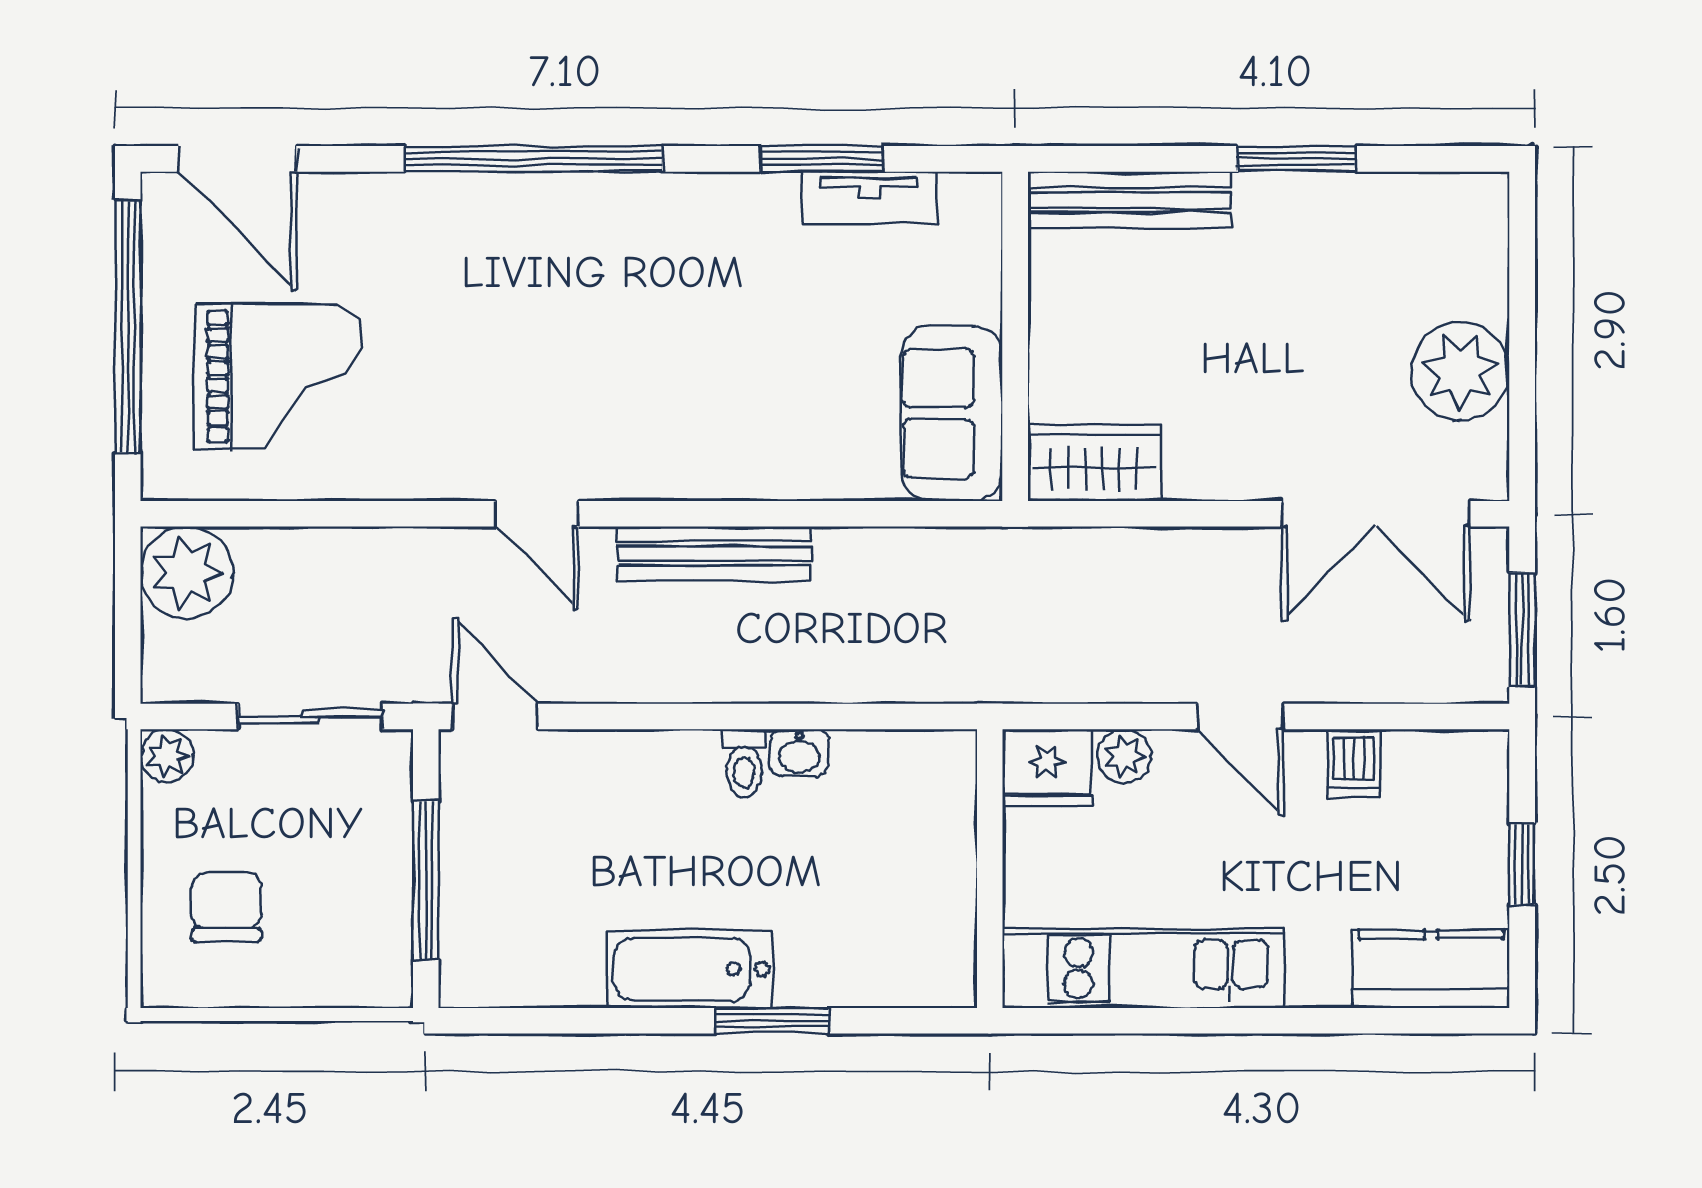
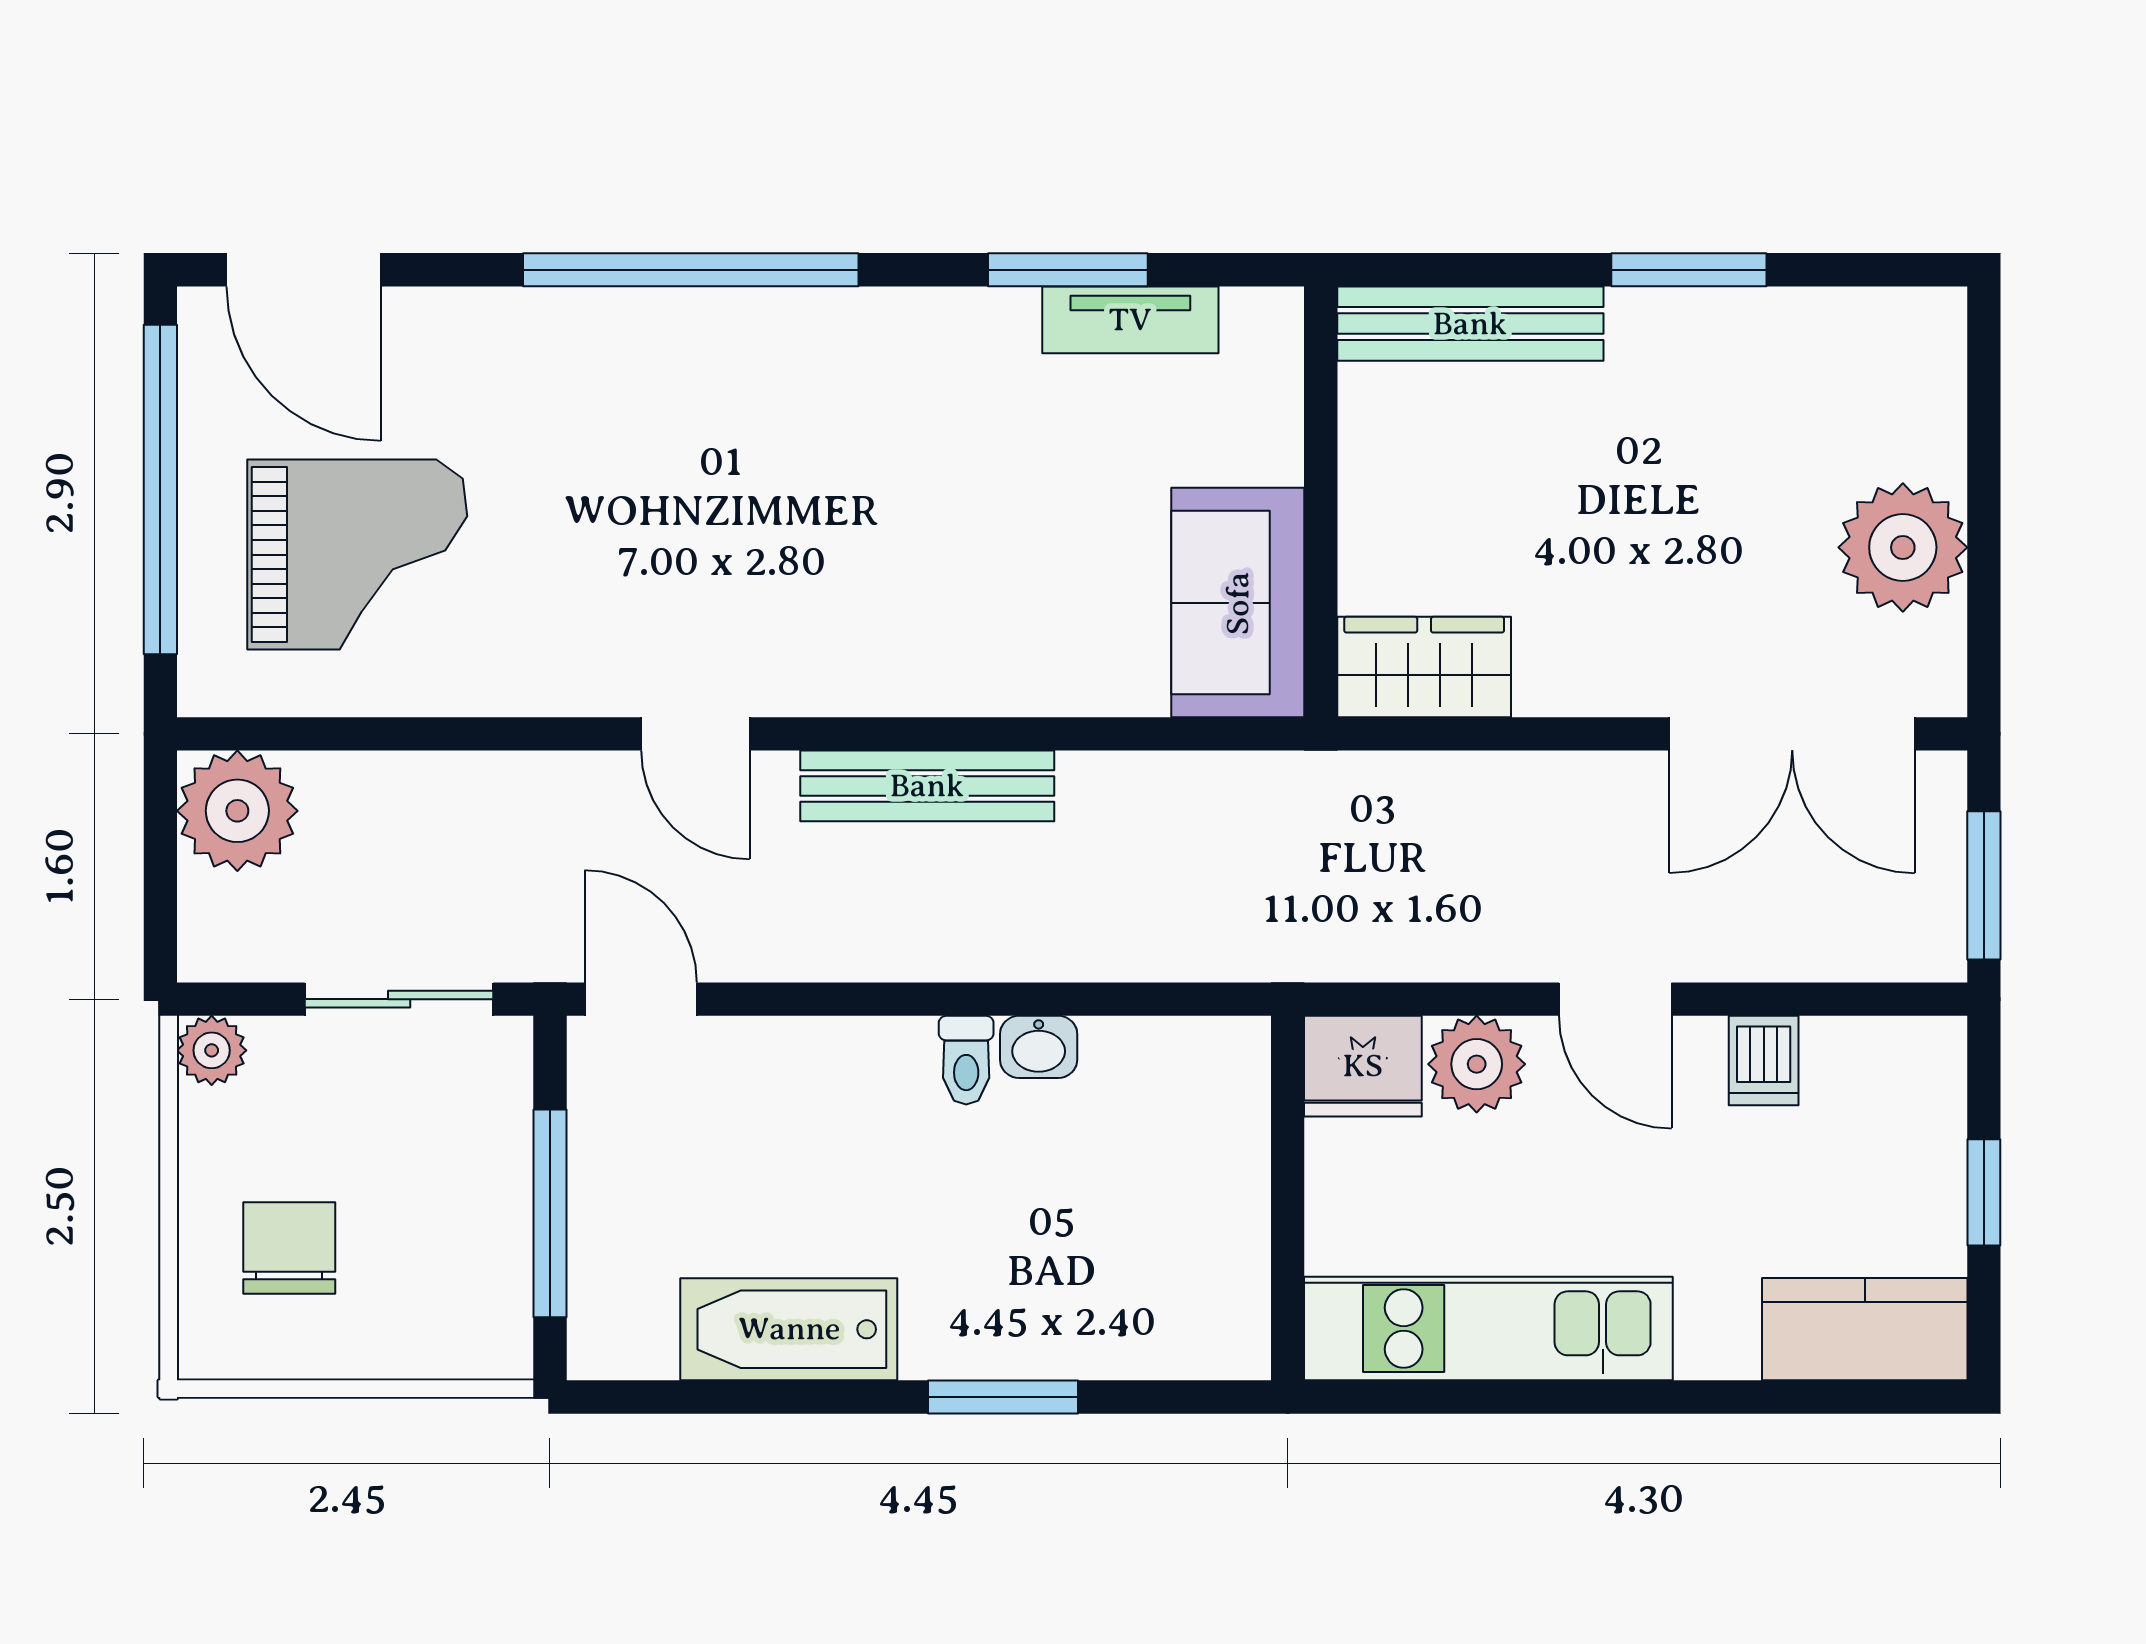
plant: (1124, 756) -> (1477, 1064), width x1.38, depth x1.38
bathtub: (691, 969) -> (789, 1329), moved

